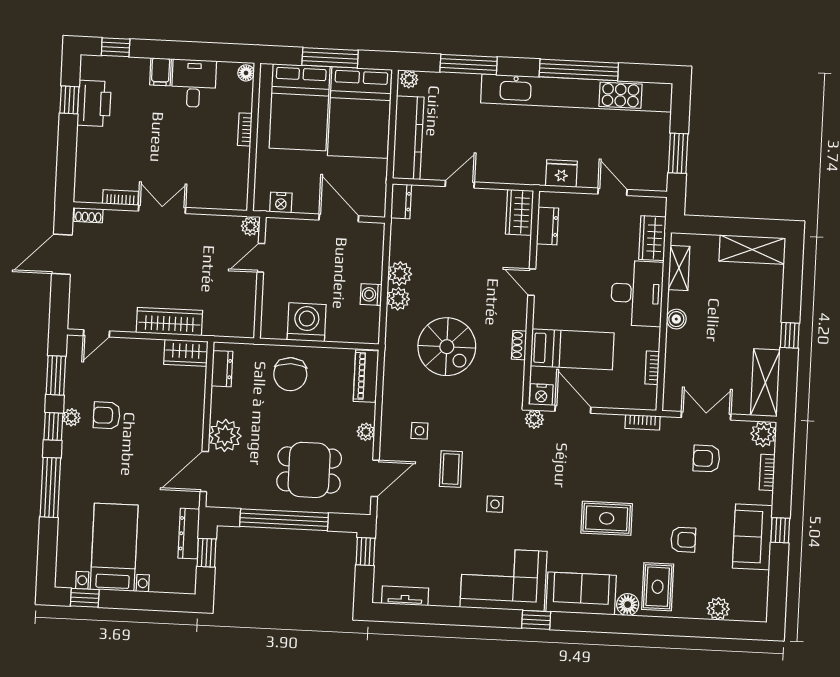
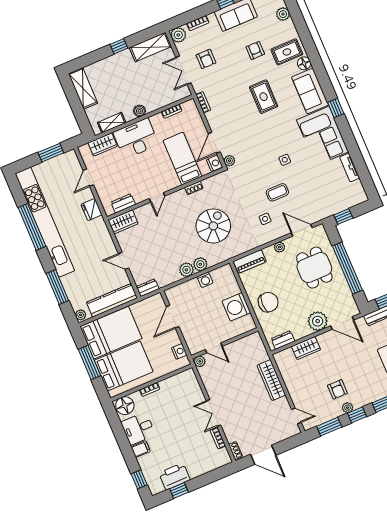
floor lamp: (246, 73) -> (125, 406), width x1.89, depth x1.89
wardrobe: (186, 353) -> (306, 348), moved, turned 90
tv unit: (405, 596) -> (350, 168), moved

